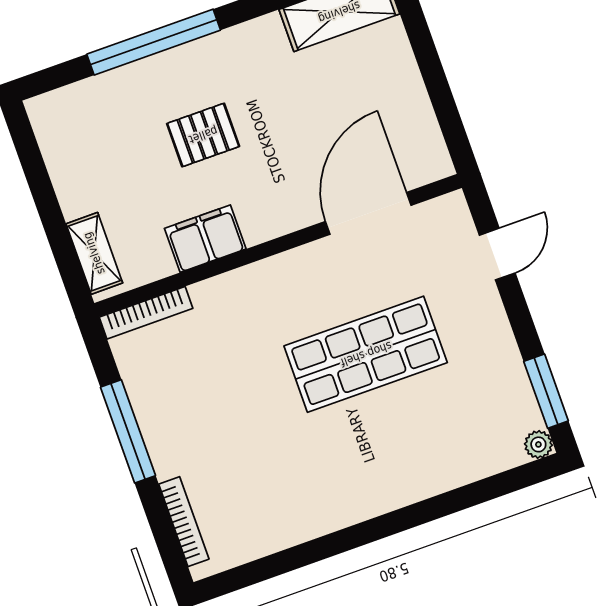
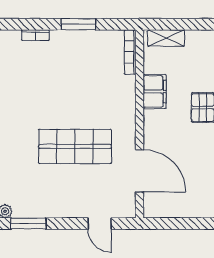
shop shelf: (366, 354) -> (75, 146), turned 90
window: (128, 431) -> (78, 24), width x0.69
bookcase: (184, 522) -> (35, 35), width x0.64

